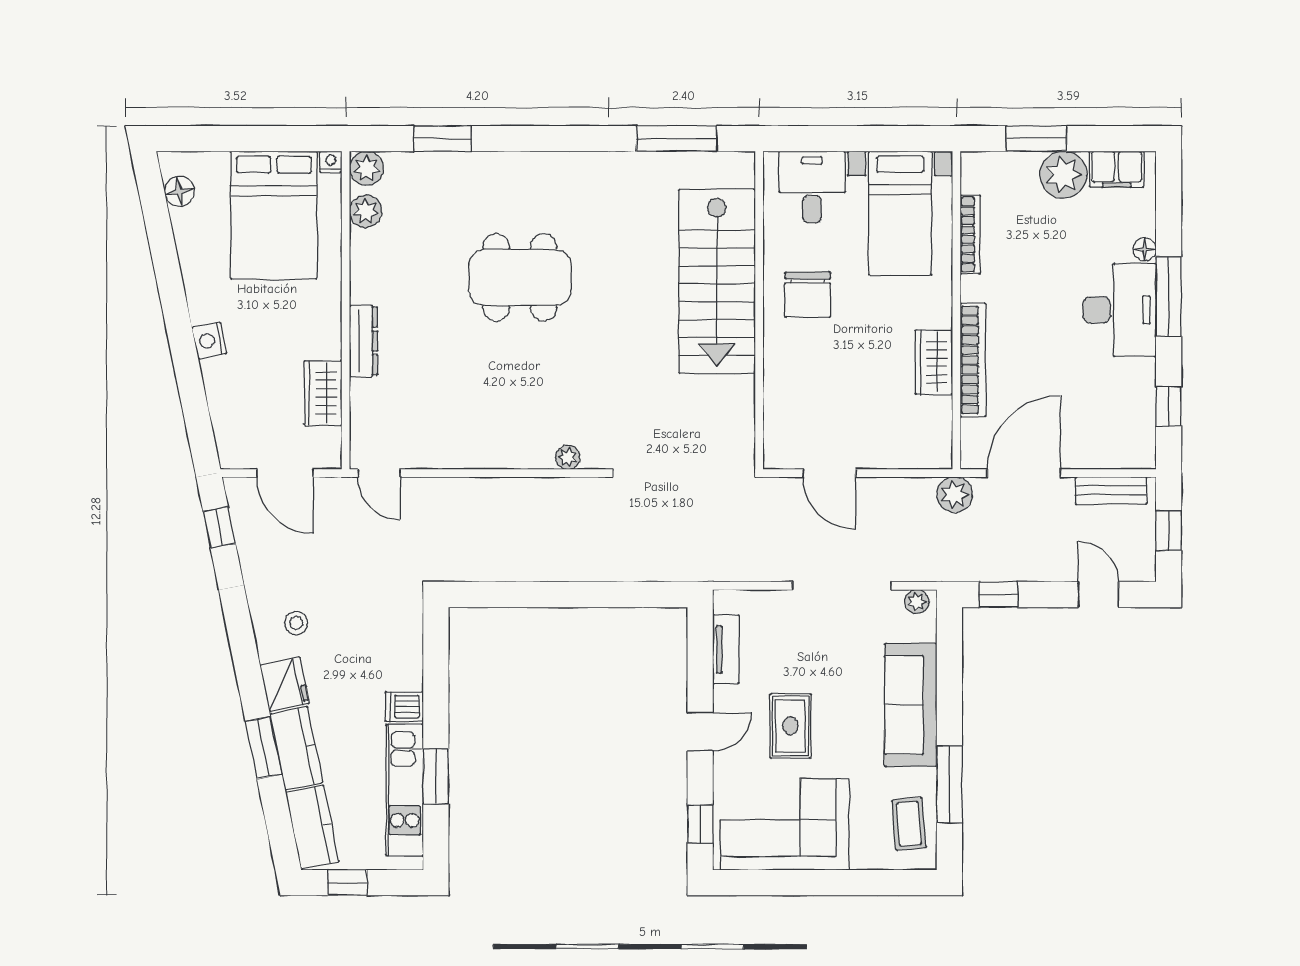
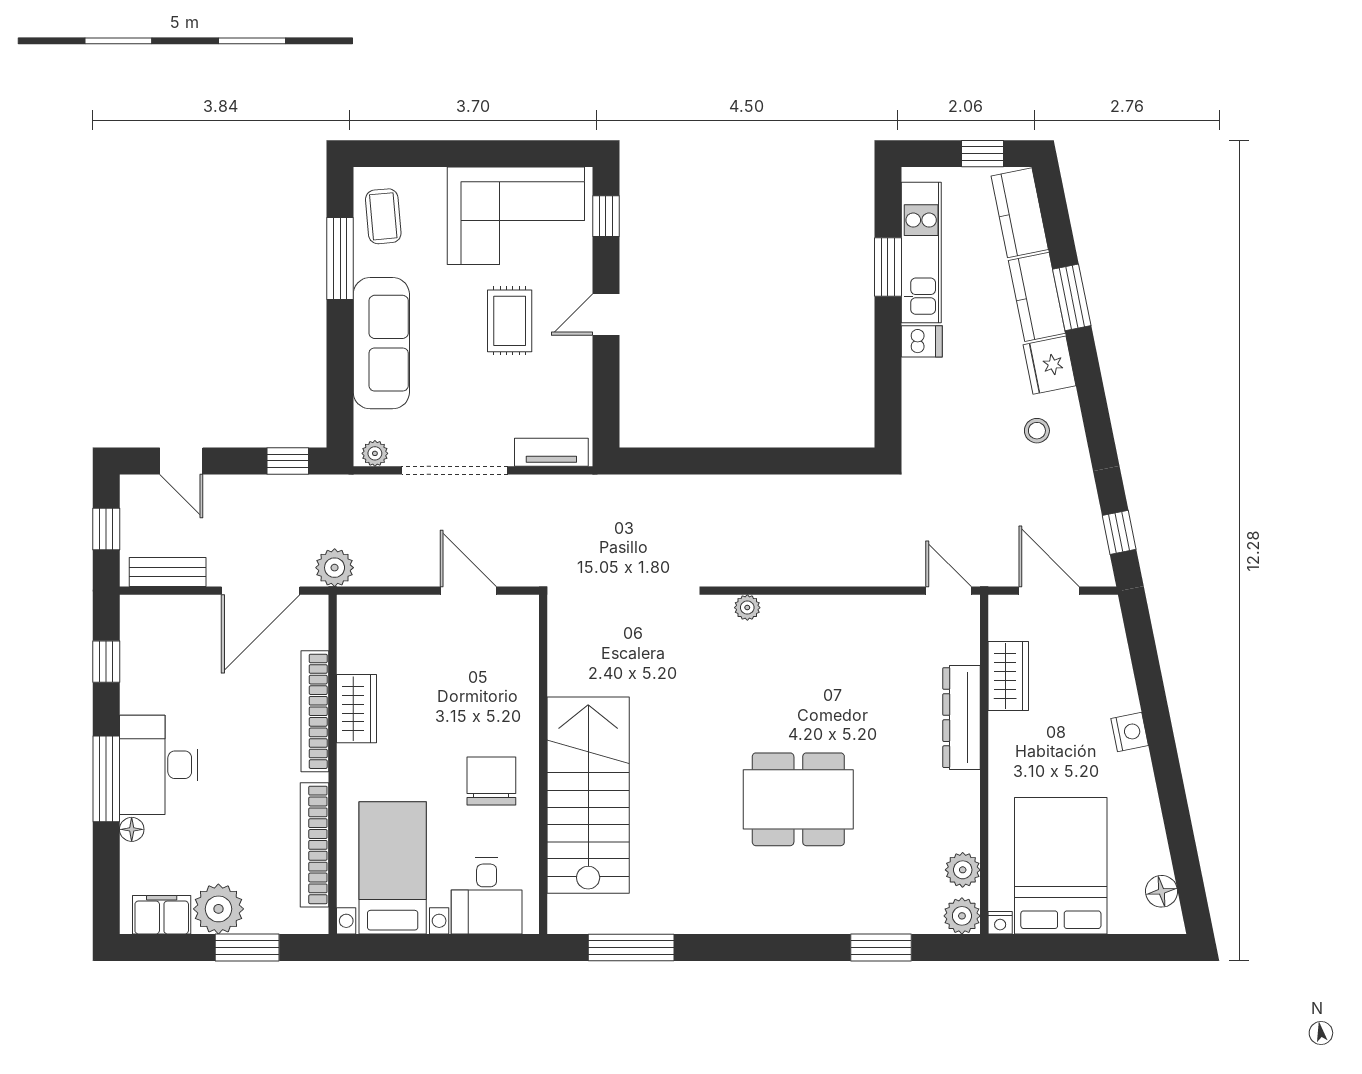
bookcase: (970, 235) -> (315, 845), width x1.48, depth x1.31
dresser: (363, 341) -> (962, 718), width x1.37, depth x1.24
tv unit: (726, 649) -> (551, 452), moved, turned 90

